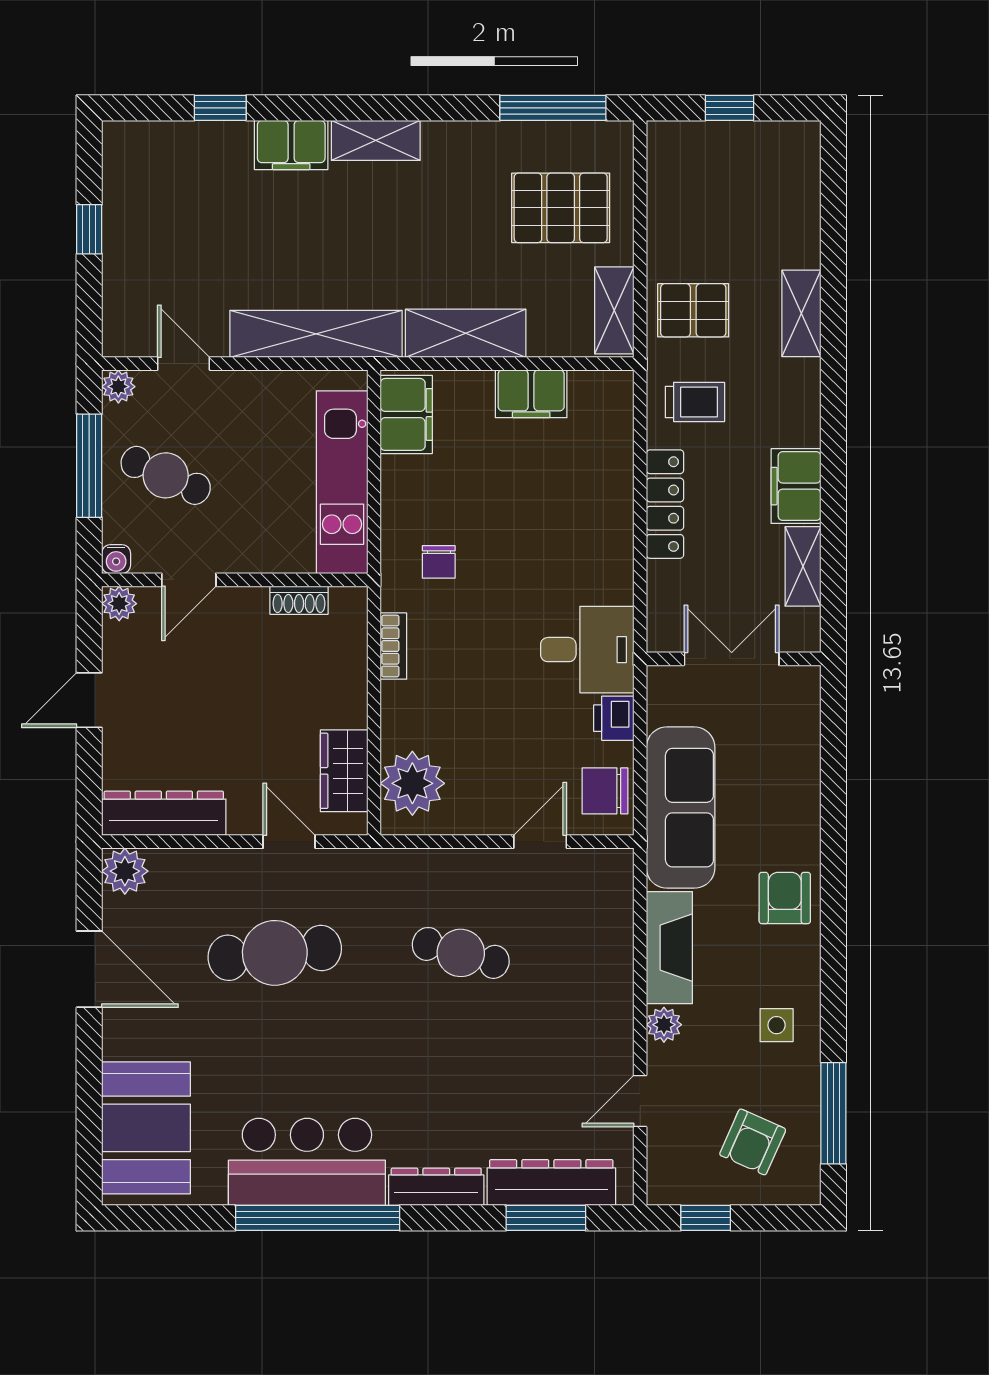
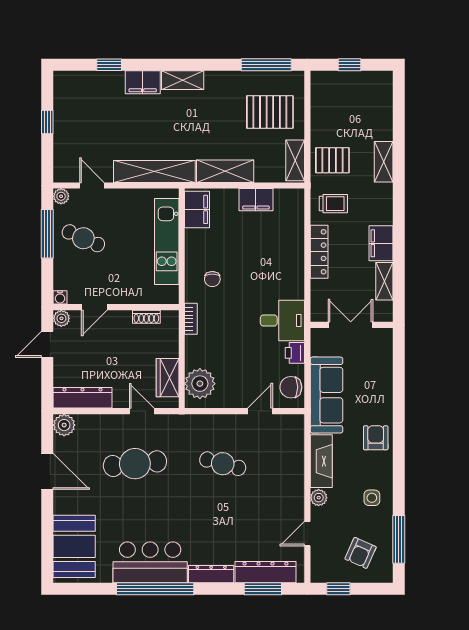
water cooler: (116, 559) -> (60, 297), moved
door: (189, 580) -> (94, 307), moved
wall: (235, 580) -> (116, 307), moved
shoe rack: (299, 600) -> (146, 317), moved
plant: (119, 604) -> (61, 318), moved

